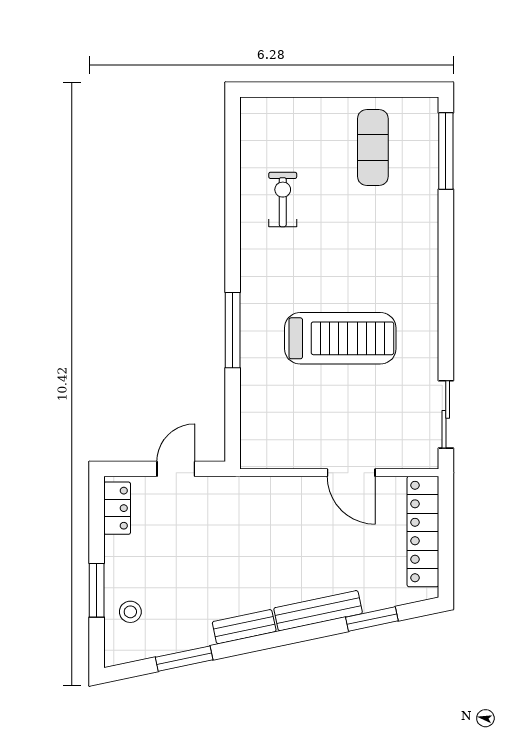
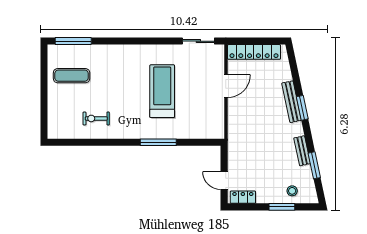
door: (176, 469) -> (224, 181), moved
window: (372, 619) -> (302, 108), moved
bench: (244, 627) -> (302, 151), moved

